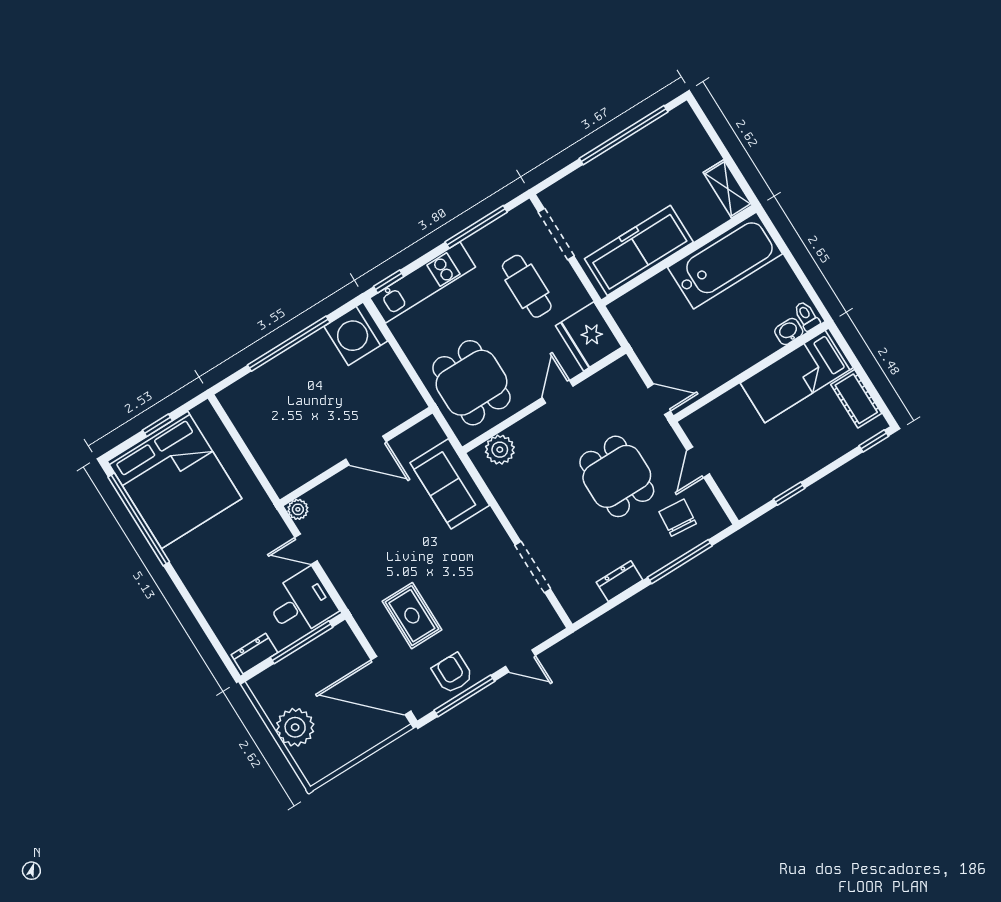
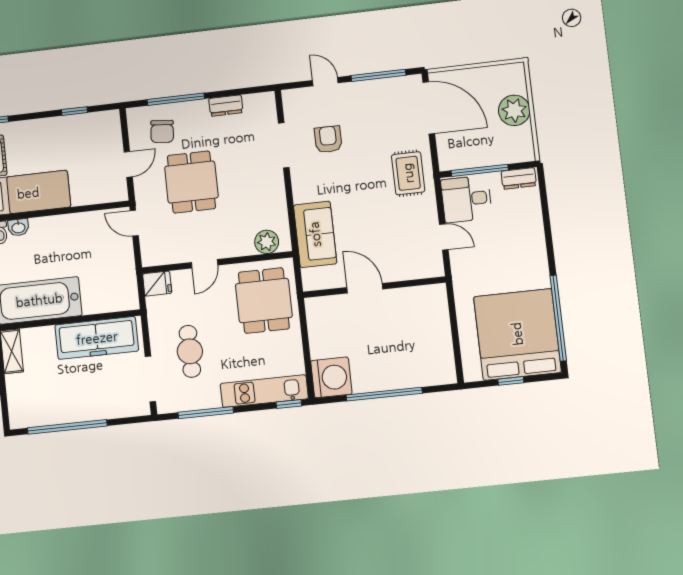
fridge: (589, 336) -> (157, 284), width x0.53, depth x0.75
plant: (298, 509) -> (436, 269), removed
rug: (412, 616) -> (408, 173), moved
armchair: (453, 673) -> (328, 139), moved, turned 180

